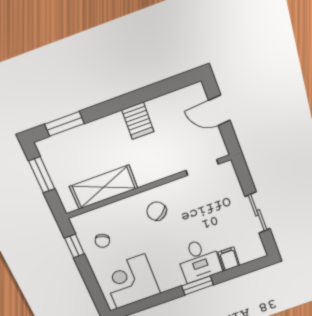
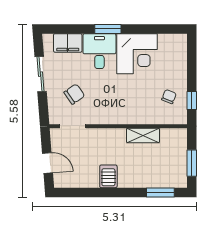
shelving: (104, 187) -> (143, 135), width x0.67, depth x0.75
chair: (157, 211) -> (74, 94), moved, turned -86
filing cabinet: (229, 259) -> (68, 43), width x2.00
corner desk: (131, 282) -> (137, 54), moved

